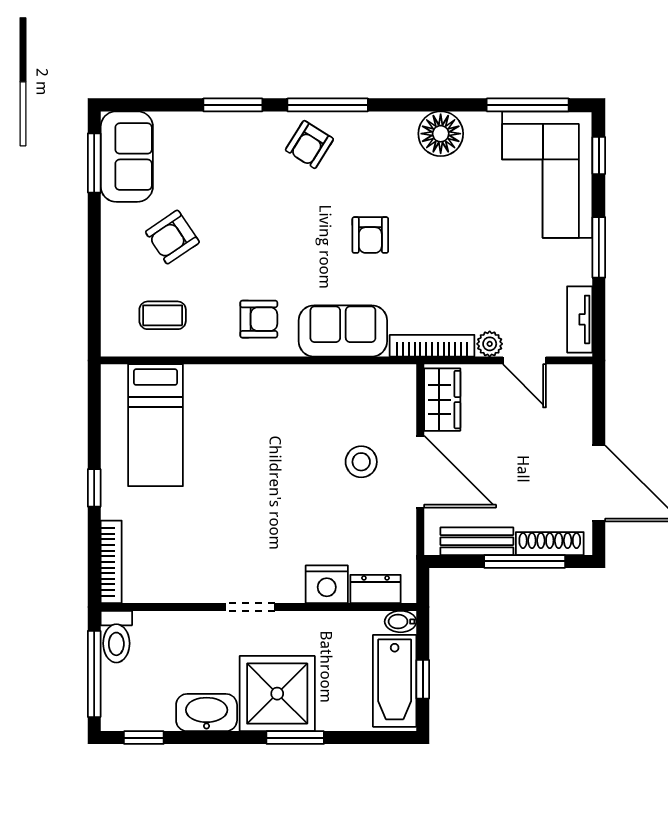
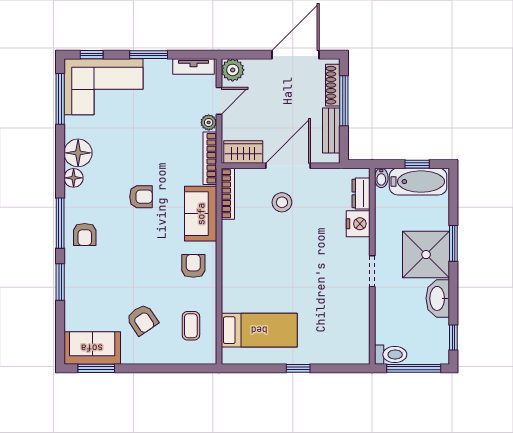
floor lamp: (400, 126) -> (74, 178), added
armchair: (309, 145) -> (85, 234), turned 58
plant: (574, 383) -> (233, 70), added
bookcase: (111, 562) -> (228, 194), moved, turned 90

